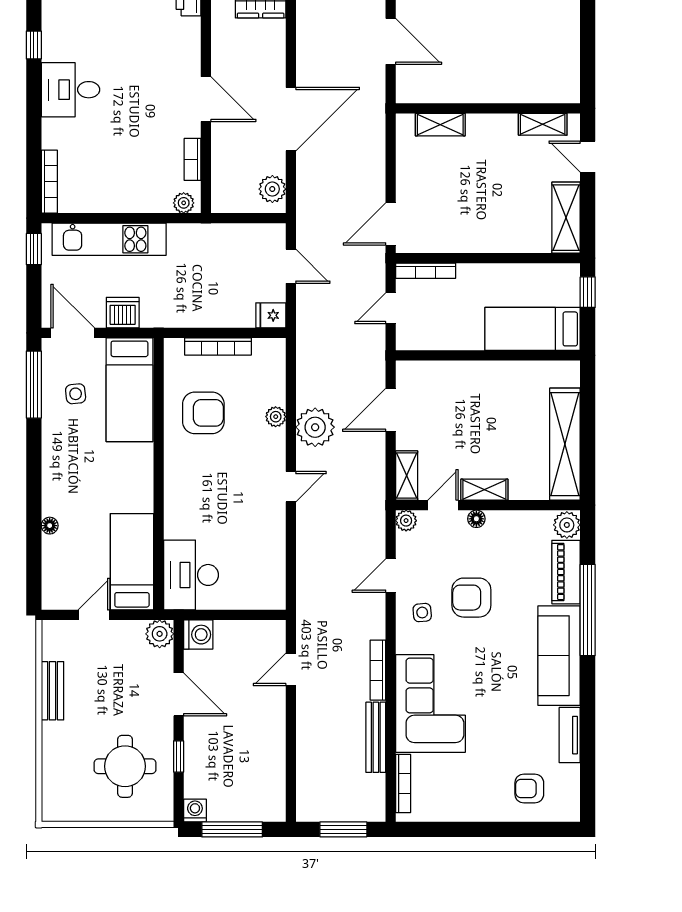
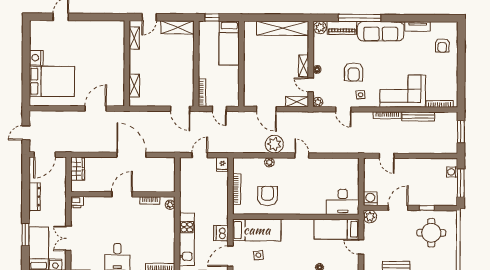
plant: (272, 189) -> (164, 164), removed
washing machine: (195, 811) -> (452, 172), moved

